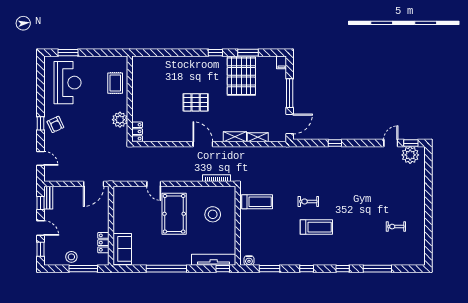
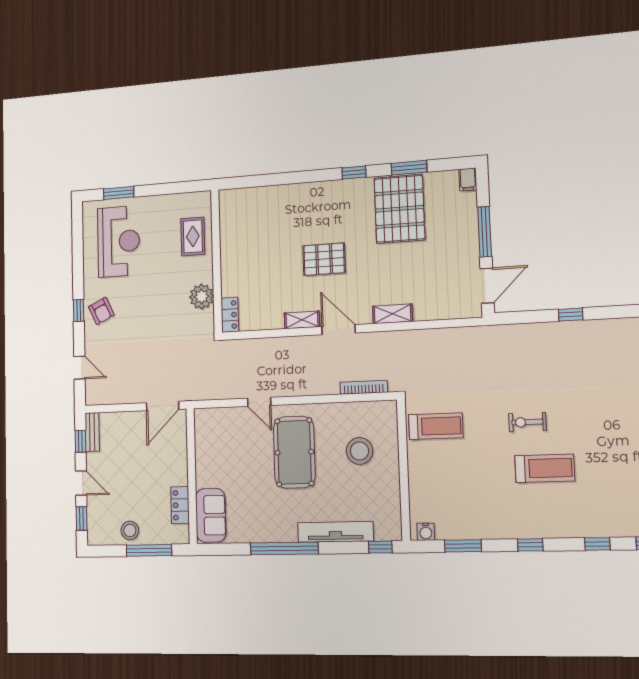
shelving: (258, 137) -> (302, 320), moved
tv unit: (214, 260) -> (335, 532), moved

